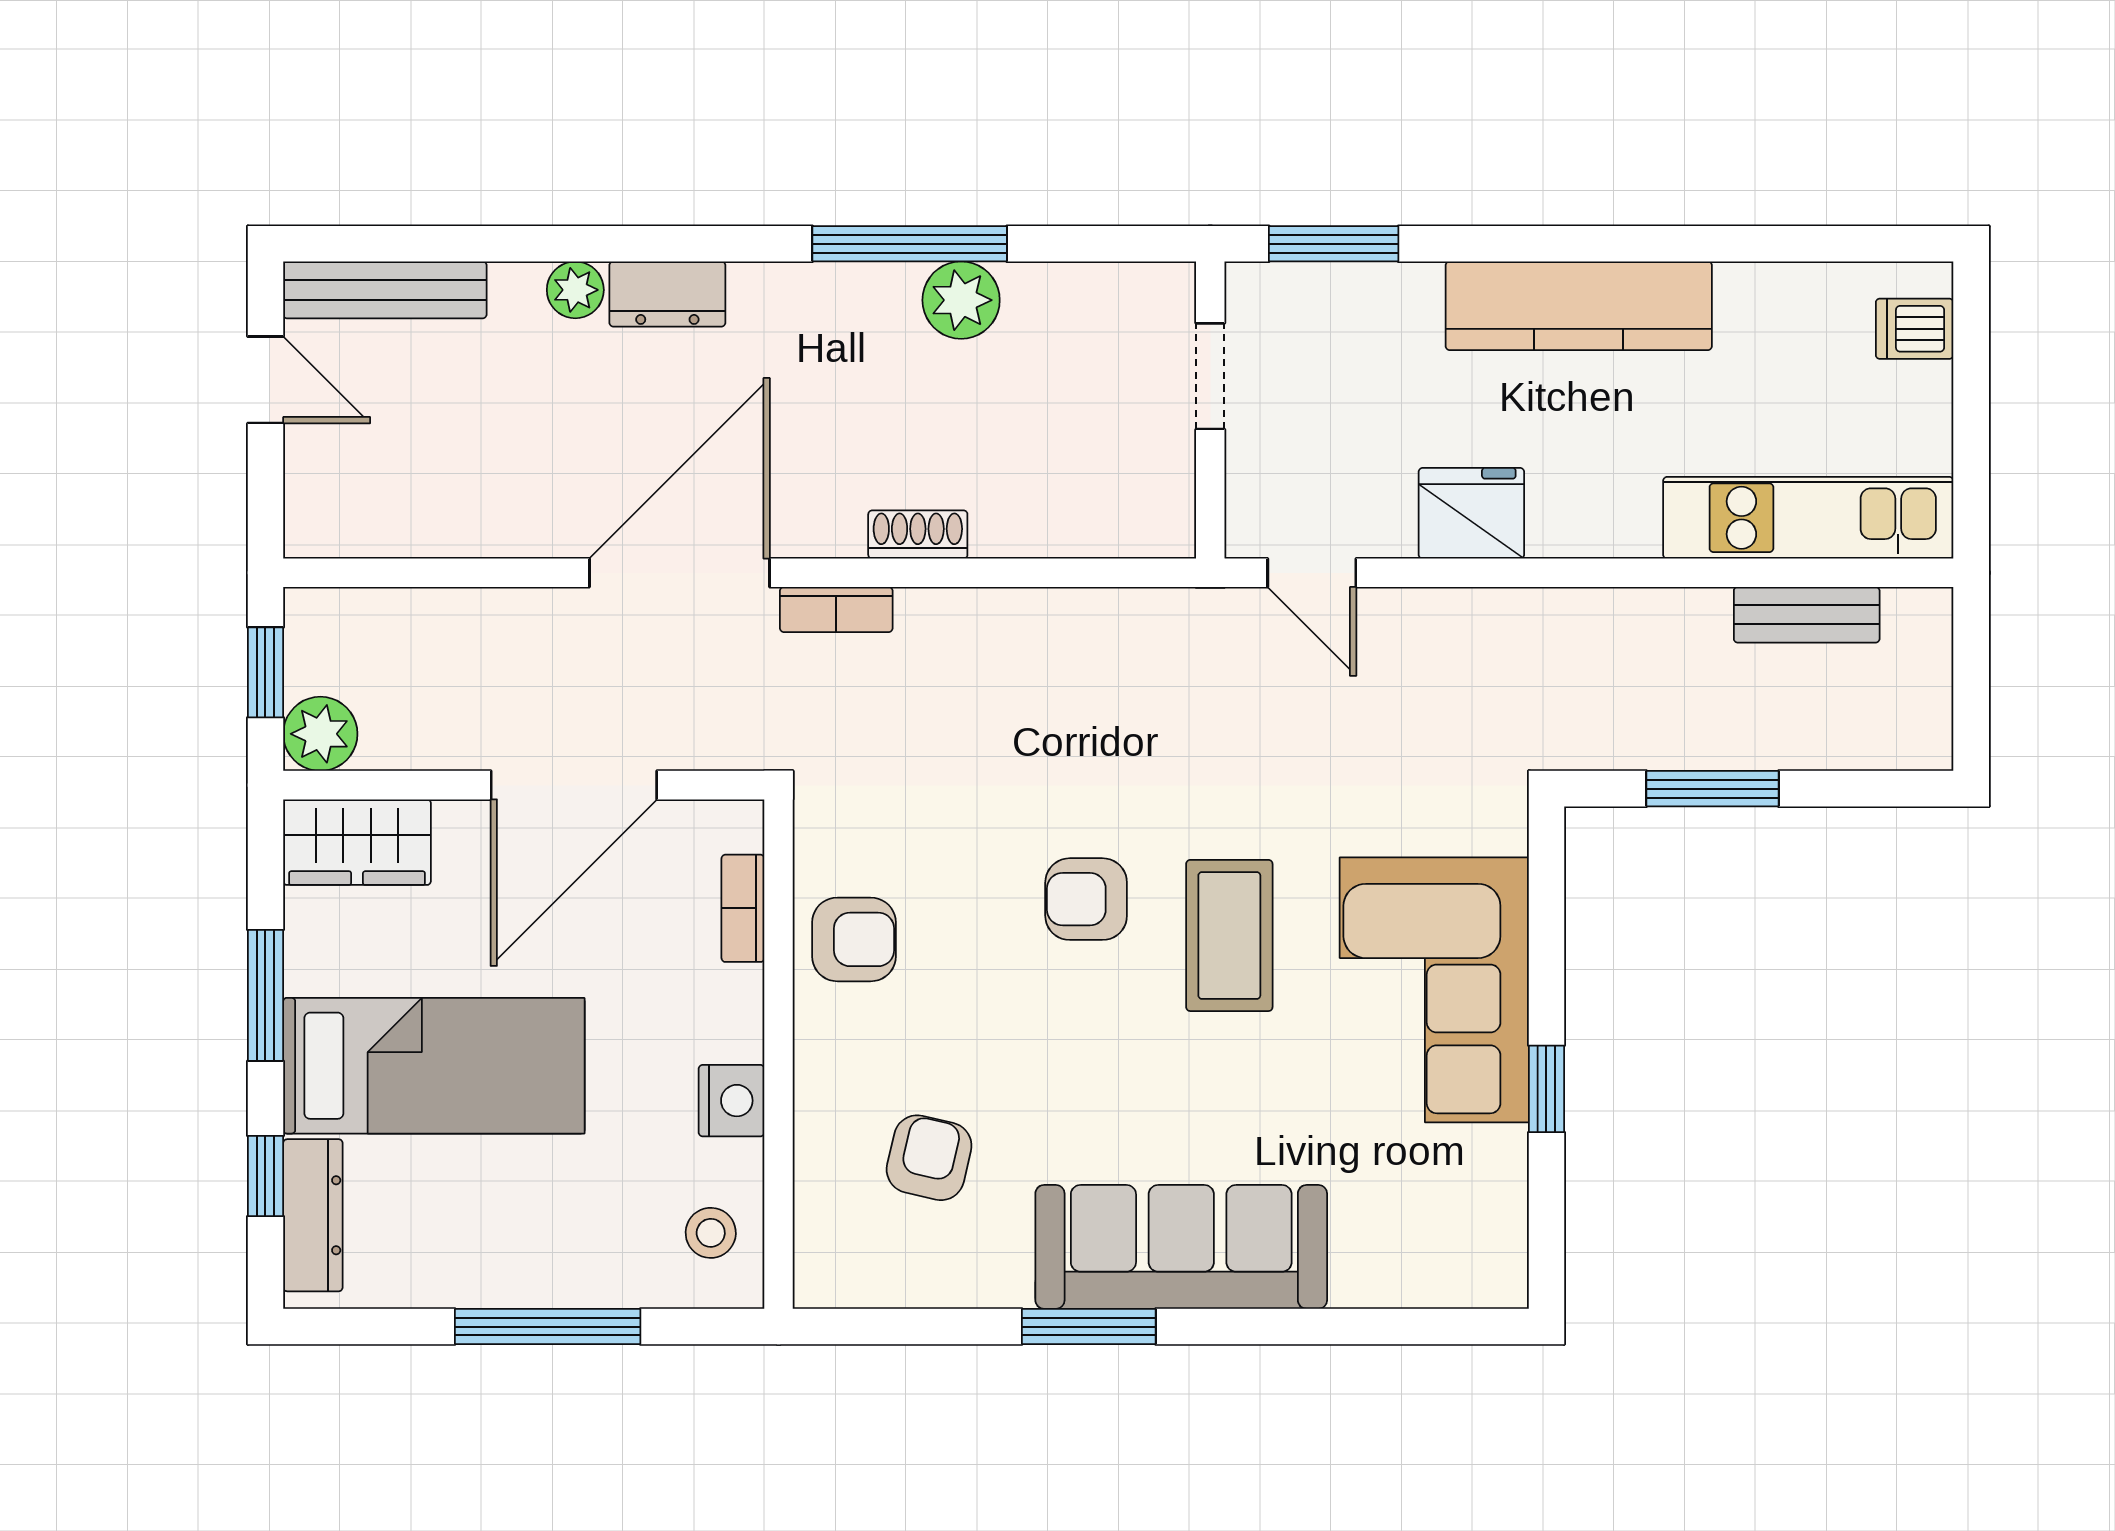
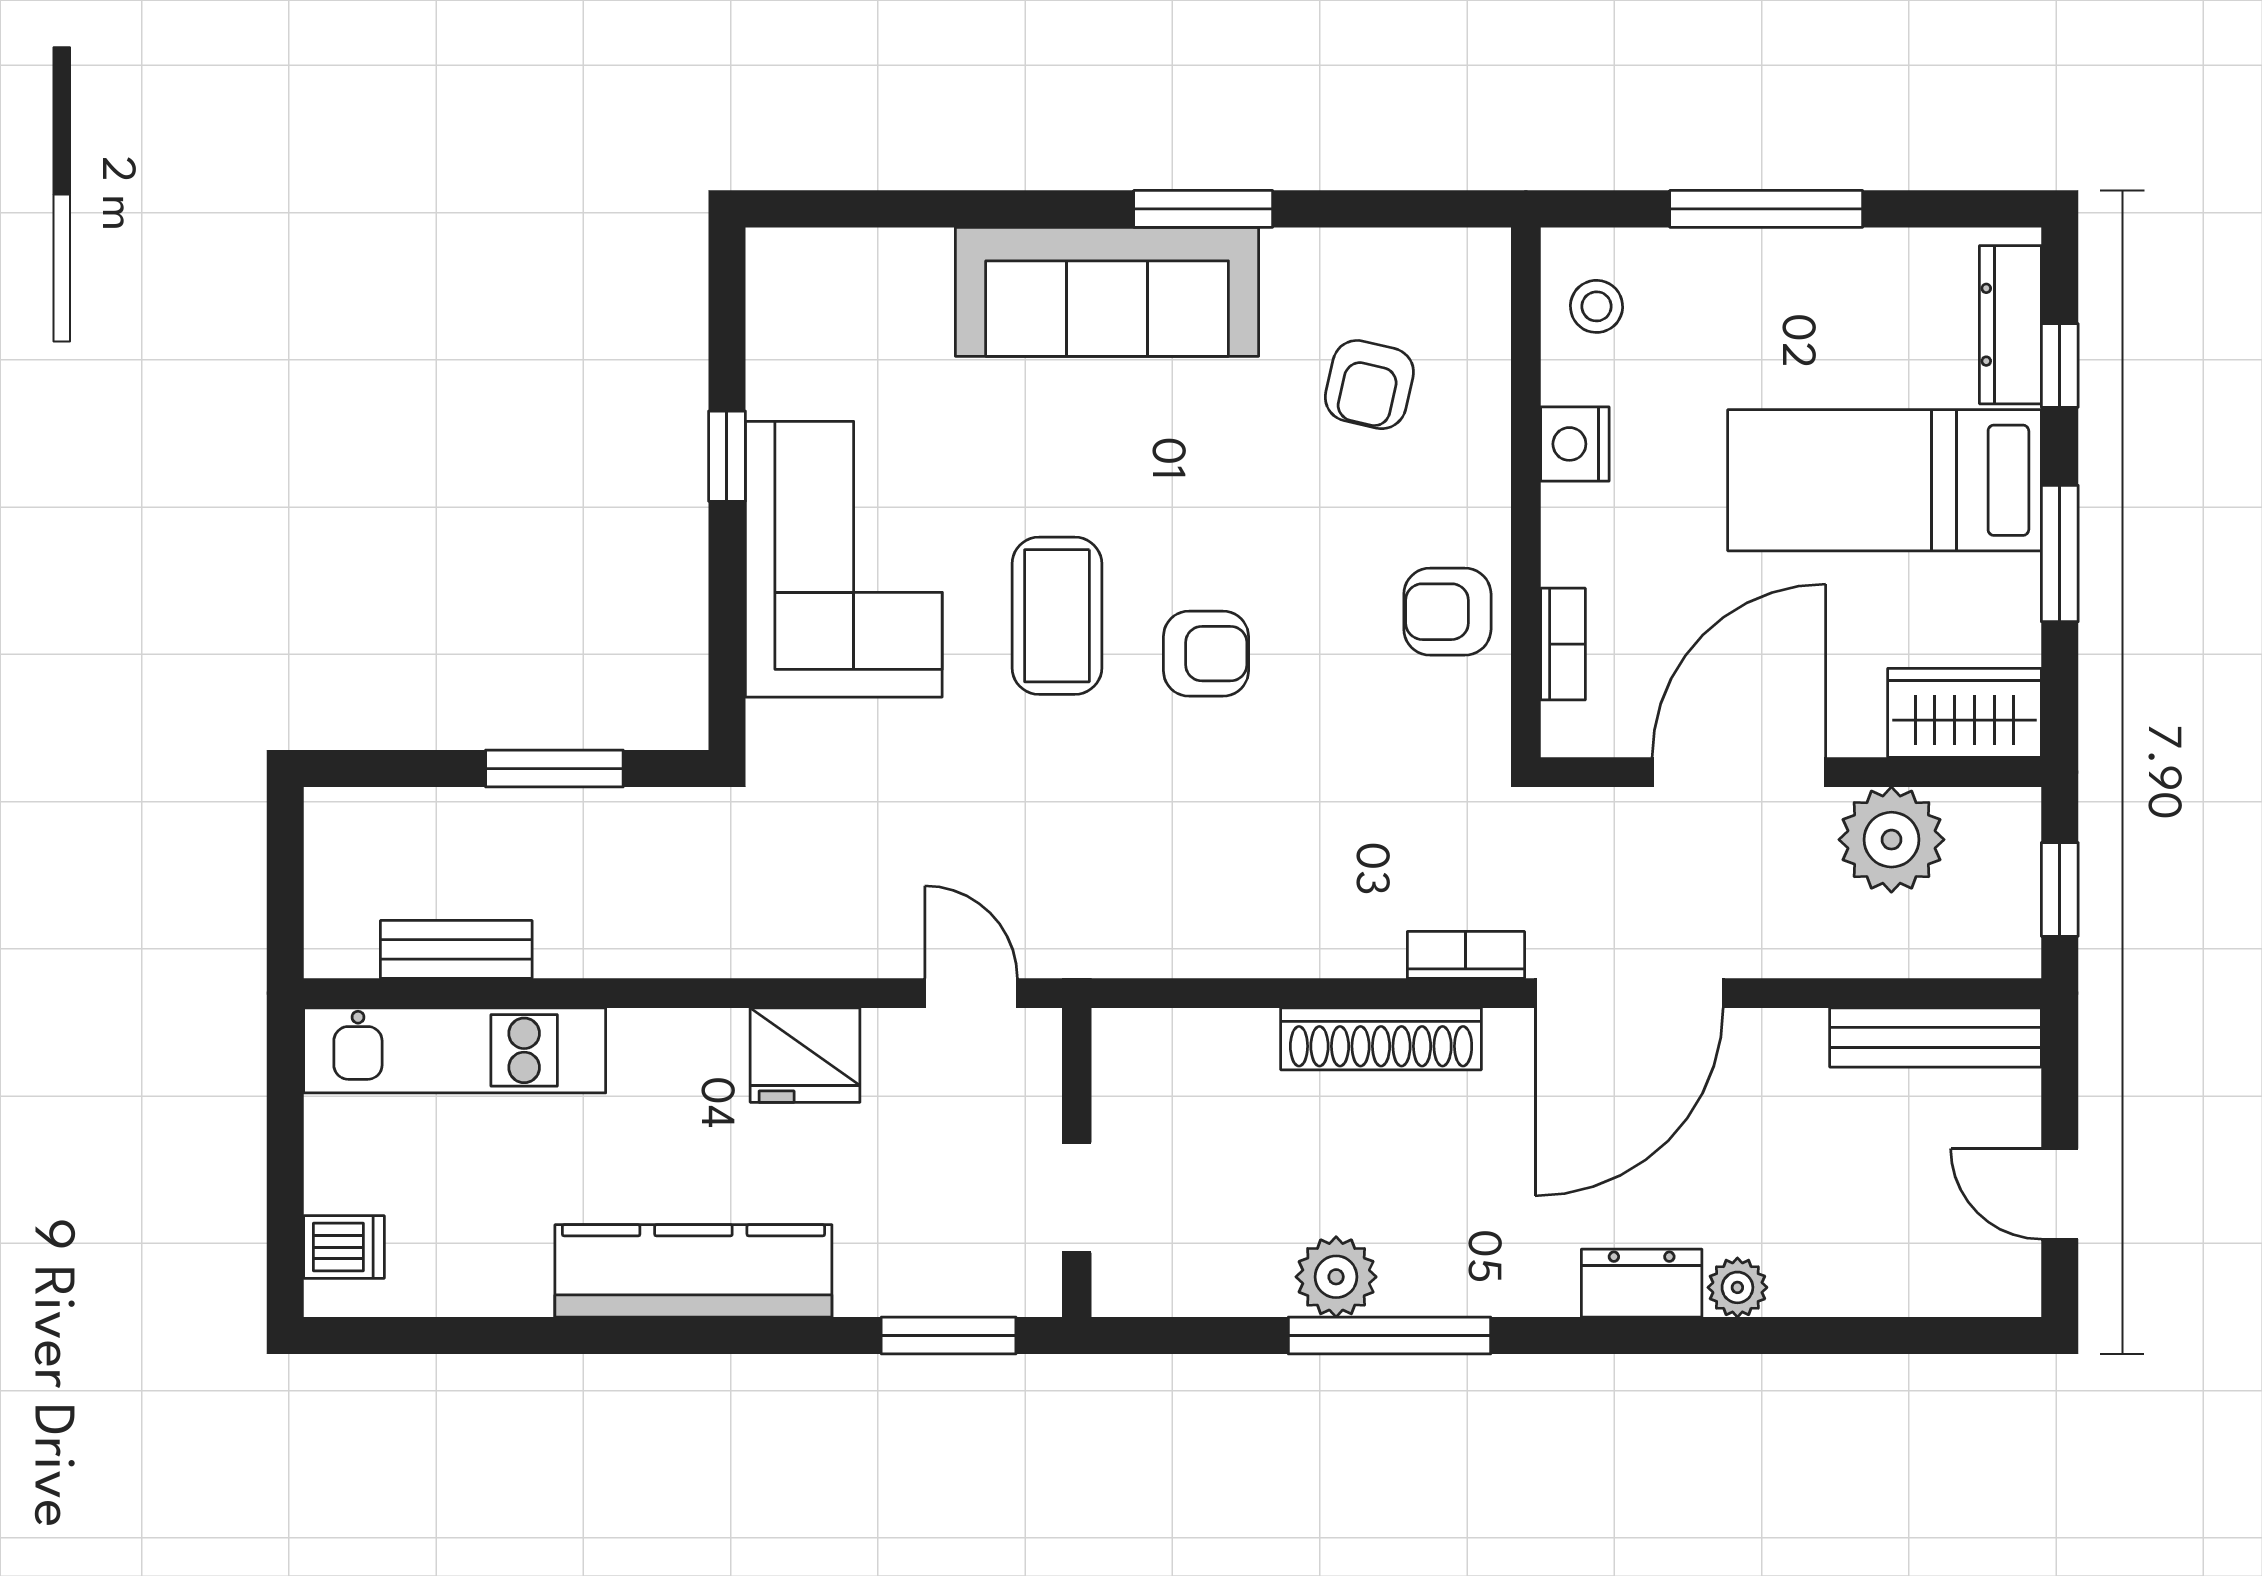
bench: (385, 290) -> (1936, 1037), moved
shoe rack: (918, 535) -> (1381, 1039), width x1.94, depth x1.24
plant: (320, 734) -> (1891, 840), moved, width x1.36, depth x1.36

